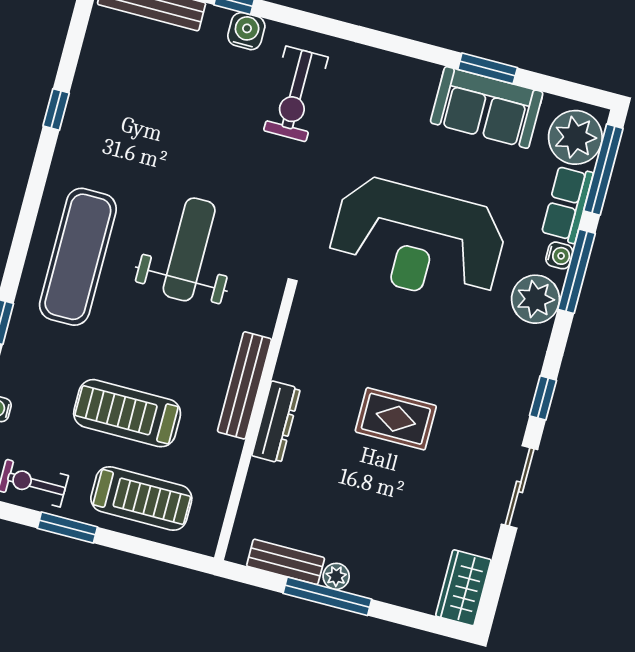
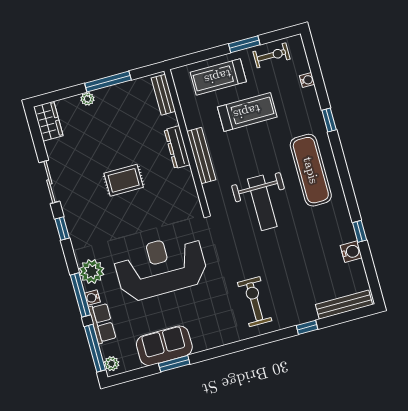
water cooler: (246, 31) -> (351, 252), moved, turned -90
plant: (575, 137) -> (112, 364), width x0.53, depth x0.53
bench: (286, 562) -> (163, 95), moved, turned 90
plant: (336, 576) -> (87, 99), moved

